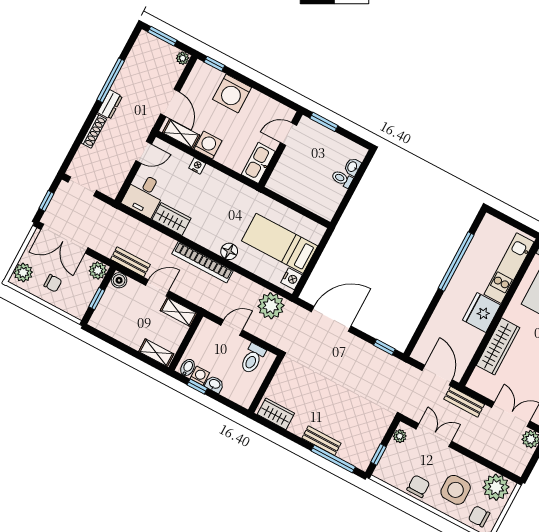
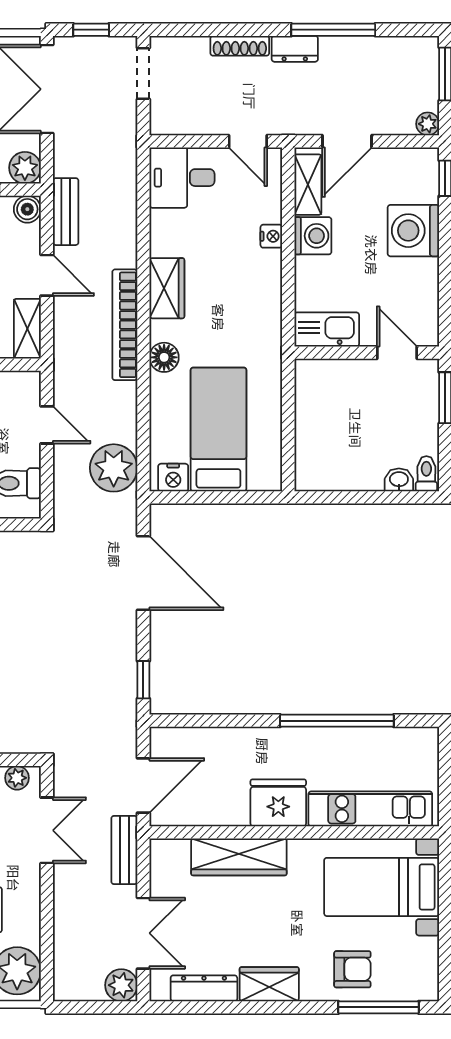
toilet: (342, 179) -> (426, 474), moved
wardrobe: (172, 219) -> (167, 288), moved

